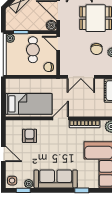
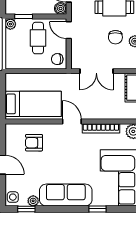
door: (61, 118) -> (72, 122), hinge flipped
armchair: (30, 136) -> (34, 143), turned -90

